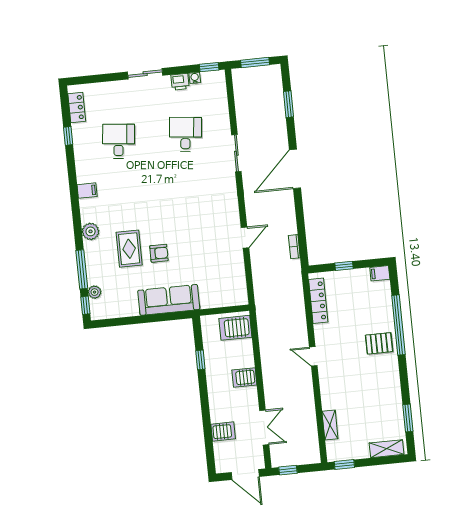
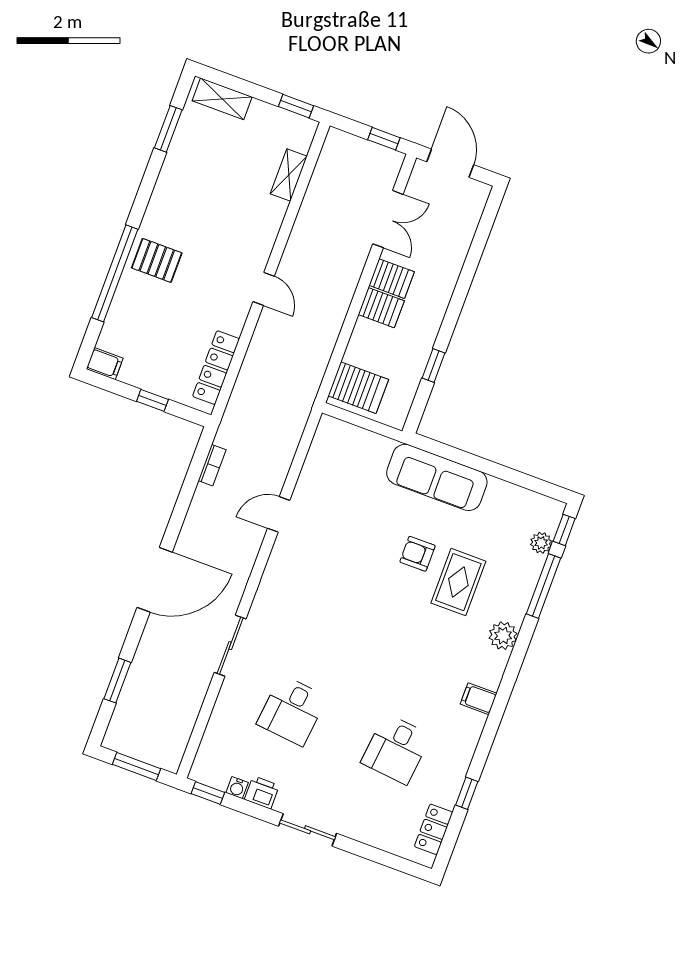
double door: (264, 427) -> (388, 219), swing flipped
server rack: (223, 431) -> (392, 279), moved, turned 180

